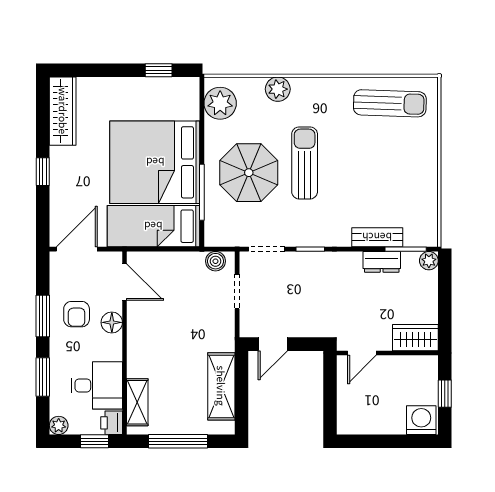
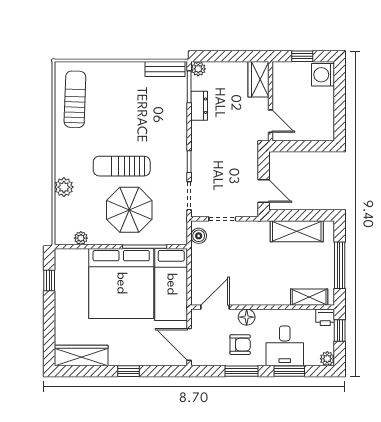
plant: (220, 103) -> (81, 238), width x0.53, depth x0.53
bench: (377, 237) -> (165, 69), moved, turned 90
desk: (97, 385) -> (285, 346), moved, turned 180

